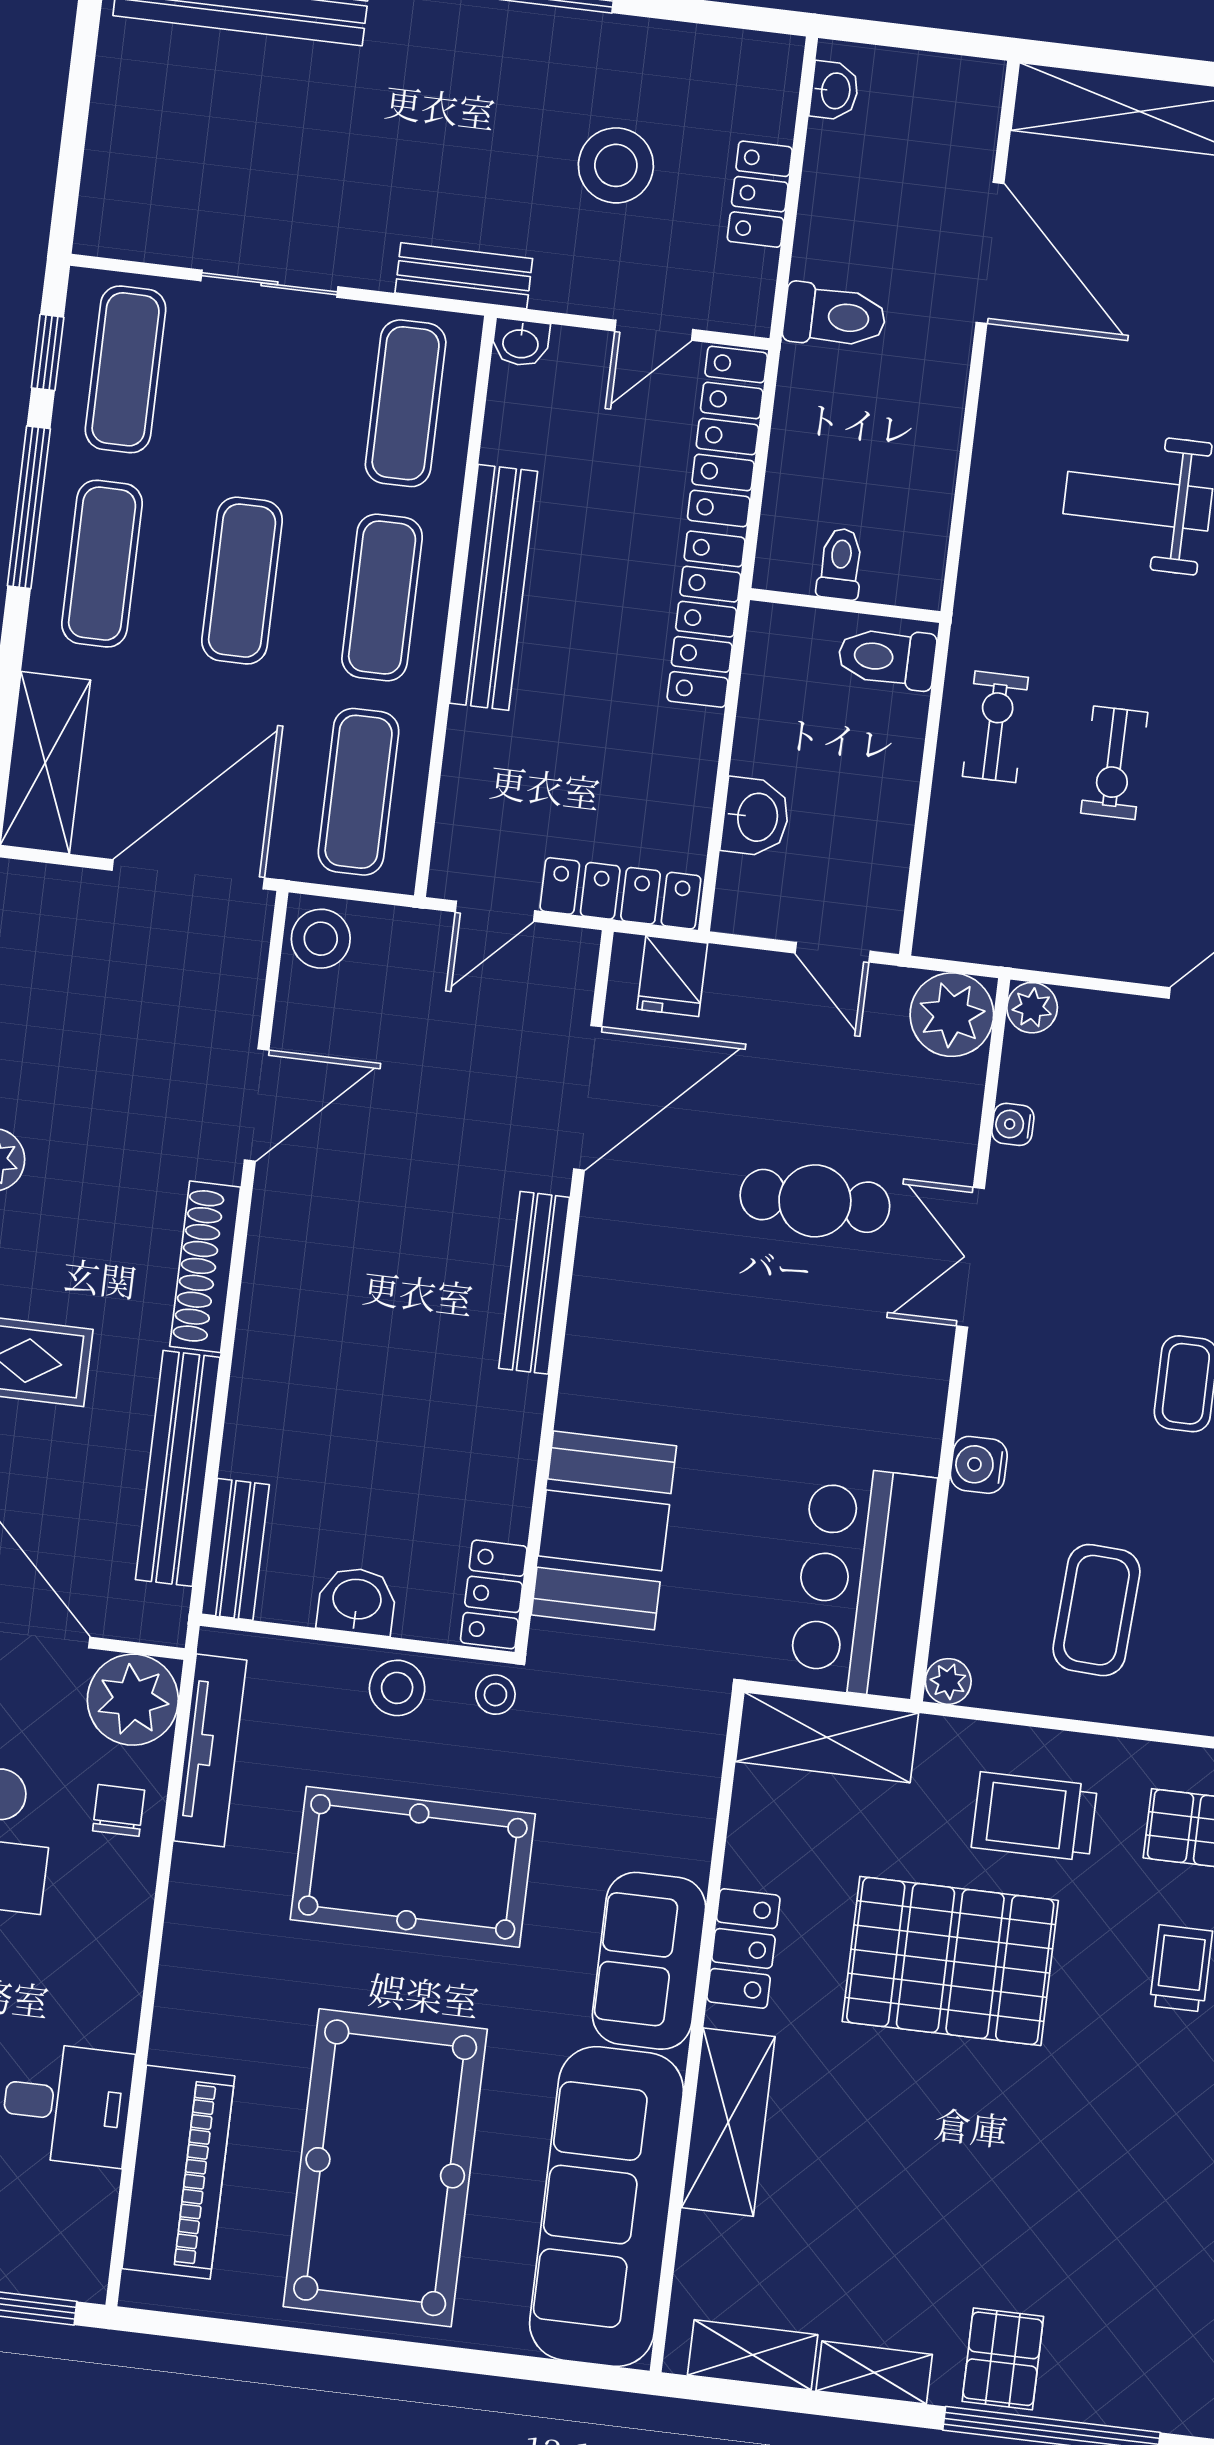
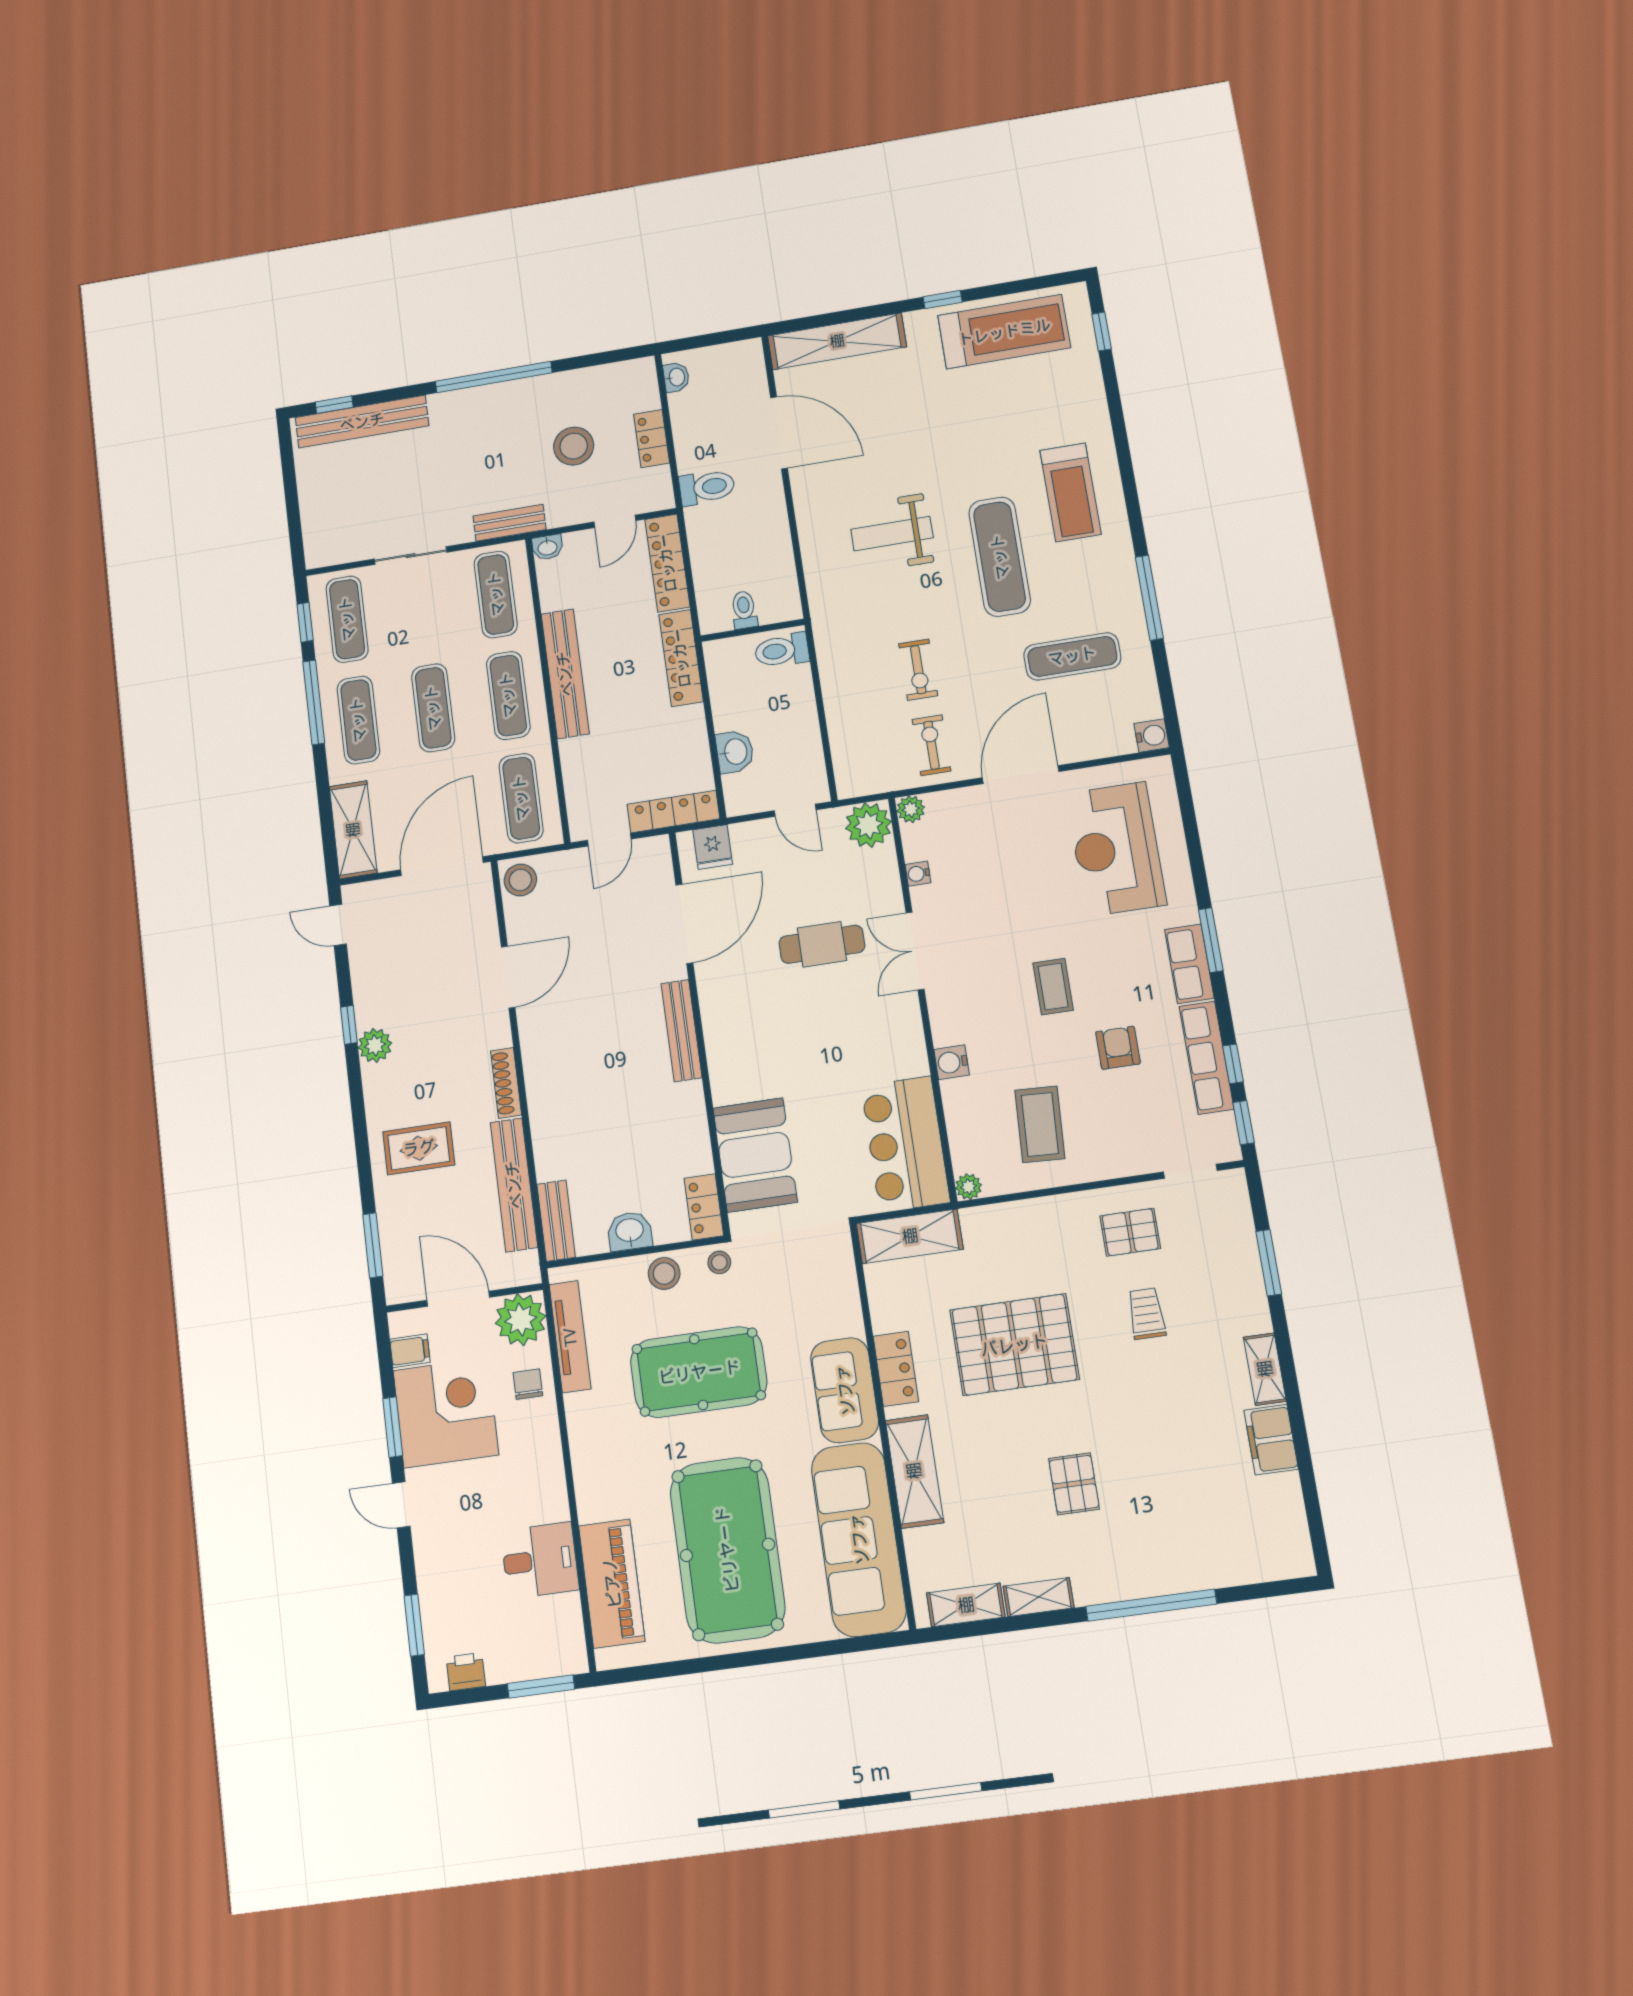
exercise bike: (995, 727) -> (932, 745), moved
shoe rack: (205, 1267) -> (506, 1083), width x0.74, depth x0.81
trolley: (1034, 1816) -> (1038, 1249), removed
pallet: (1003, 2359) -> (1074, 1484), moved

